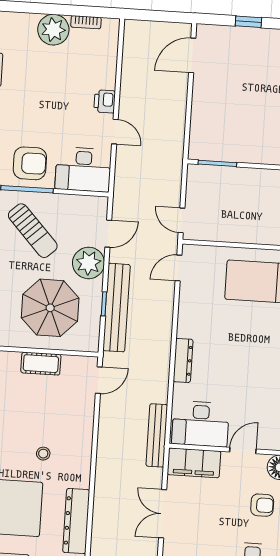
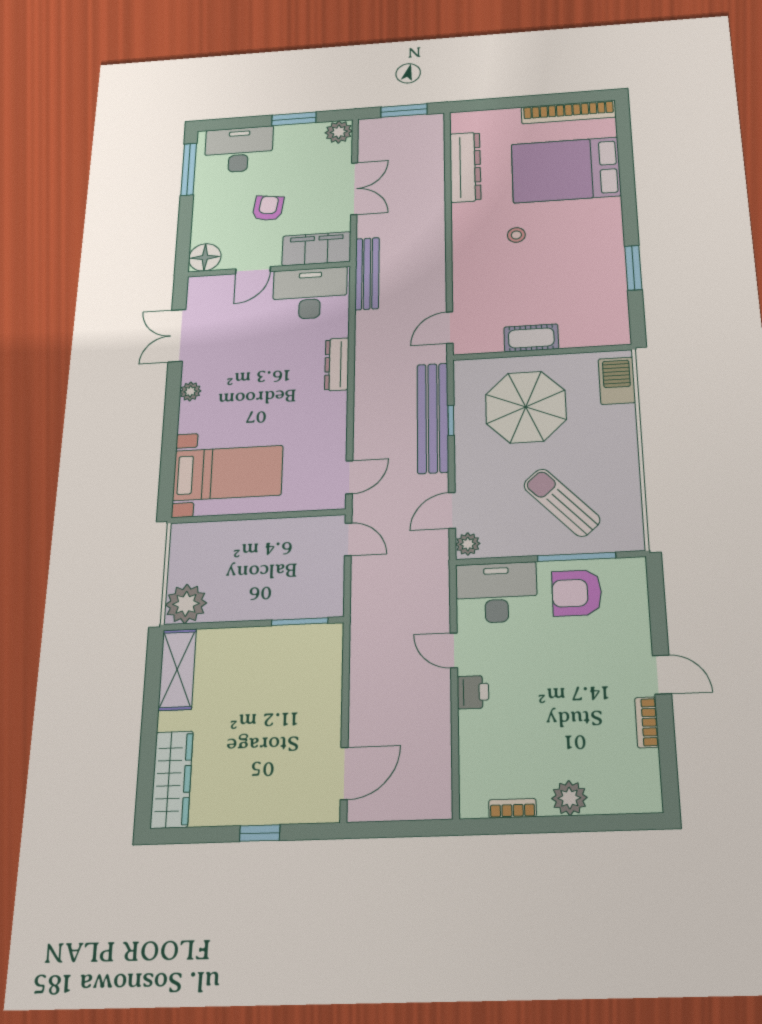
plant: (53, 30) -> (569, 798), width x0.73, depth x0.73
plant: (89, 263) -> (468, 544), moved, width x0.53, depth x0.53
armchair: (262, 505) -> (268, 208), moved, turned 98

